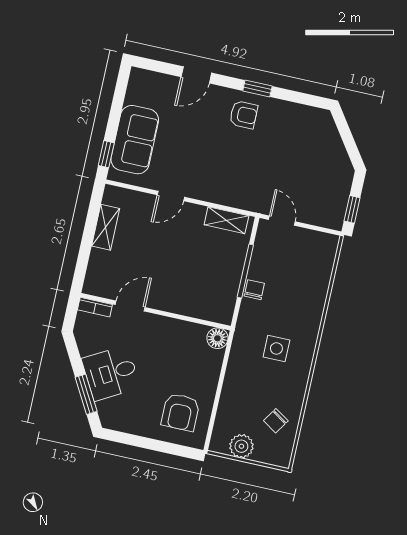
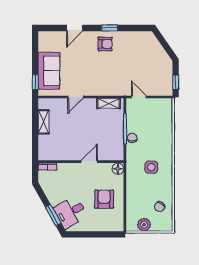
door: (130, 306) -> (89, 162), moved
desk: (111, 373) -> (71, 212), moved
armchair: (180, 412) -> (104, 199), moved, turned 180

